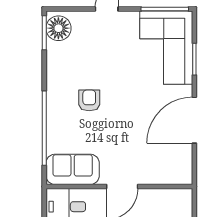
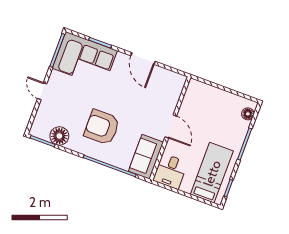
floor lamp: (58, 28) -> (59, 136), moved
armchair: (89, 100) -> (102, 127), width x1.88, depth x1.88
door: (194, 120) -> (143, 59), width x0.73

